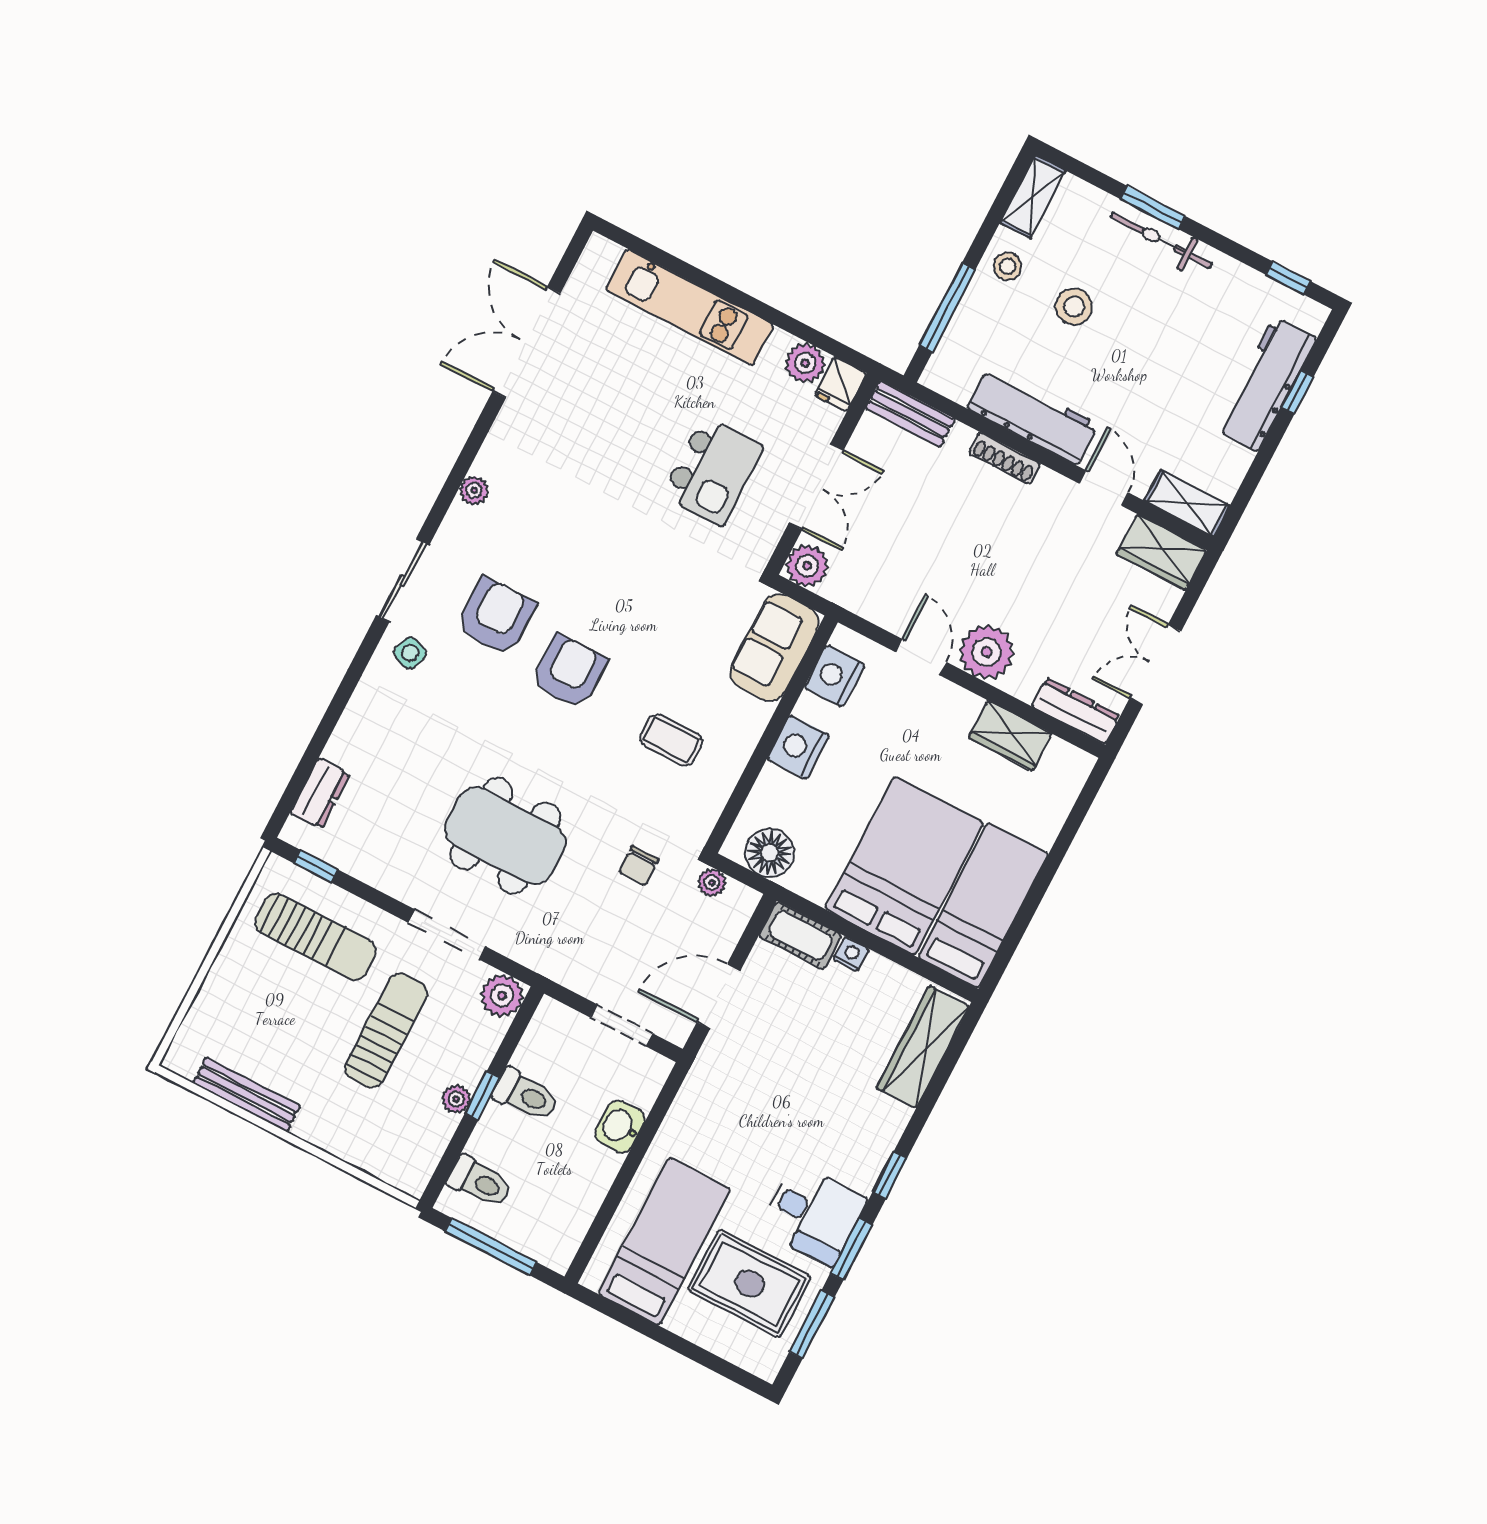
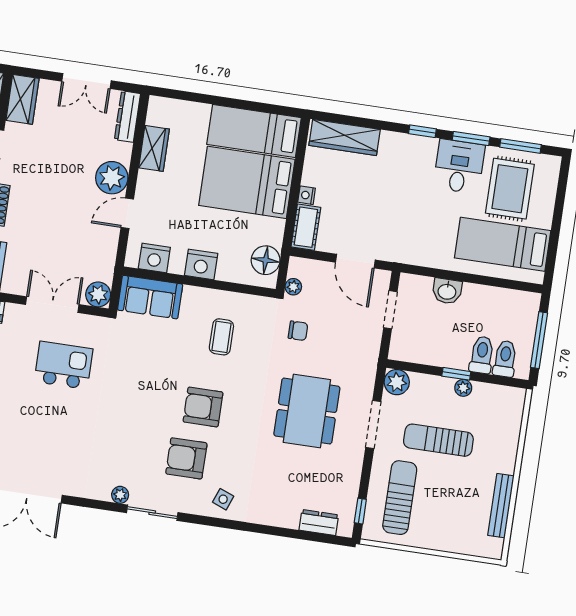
sliding door: (403, 580) -> (152, 513), moved
toilet: (526, 1095) -> (482, 355), moved

